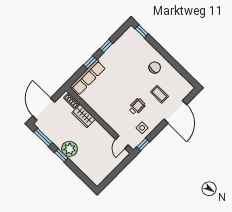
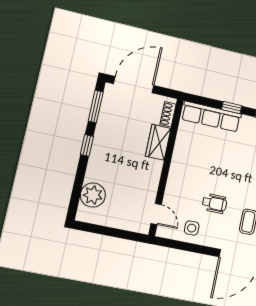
door: (122, 142) -> (156, 214), swing flipped
window: (143, 144) -> (171, 244), removed
plant: (69, 149) -> (93, 195), moved

